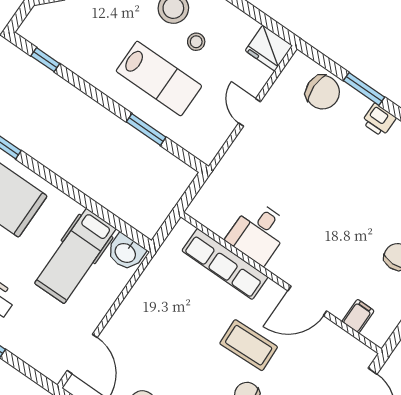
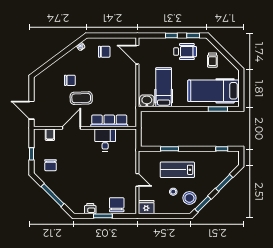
chair: (323, 92) -> (117, 205), turned 90

